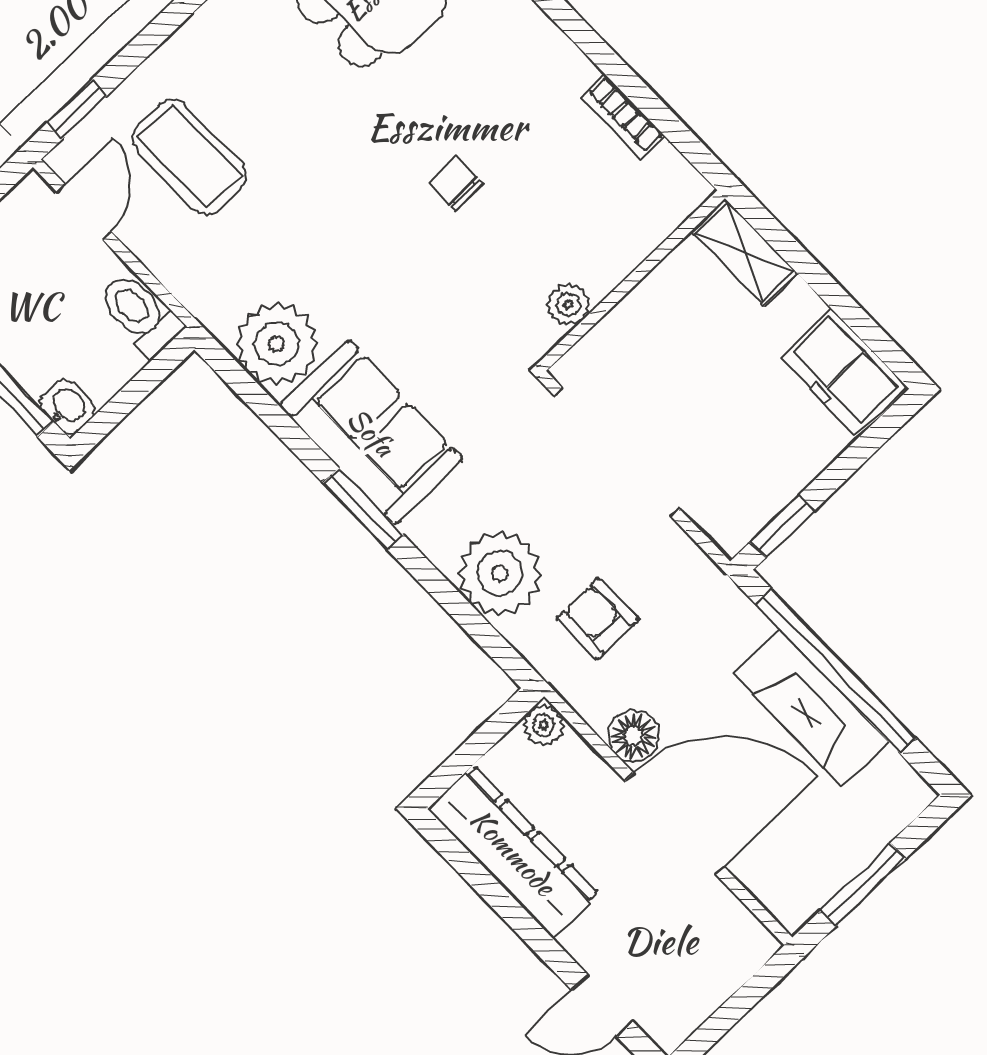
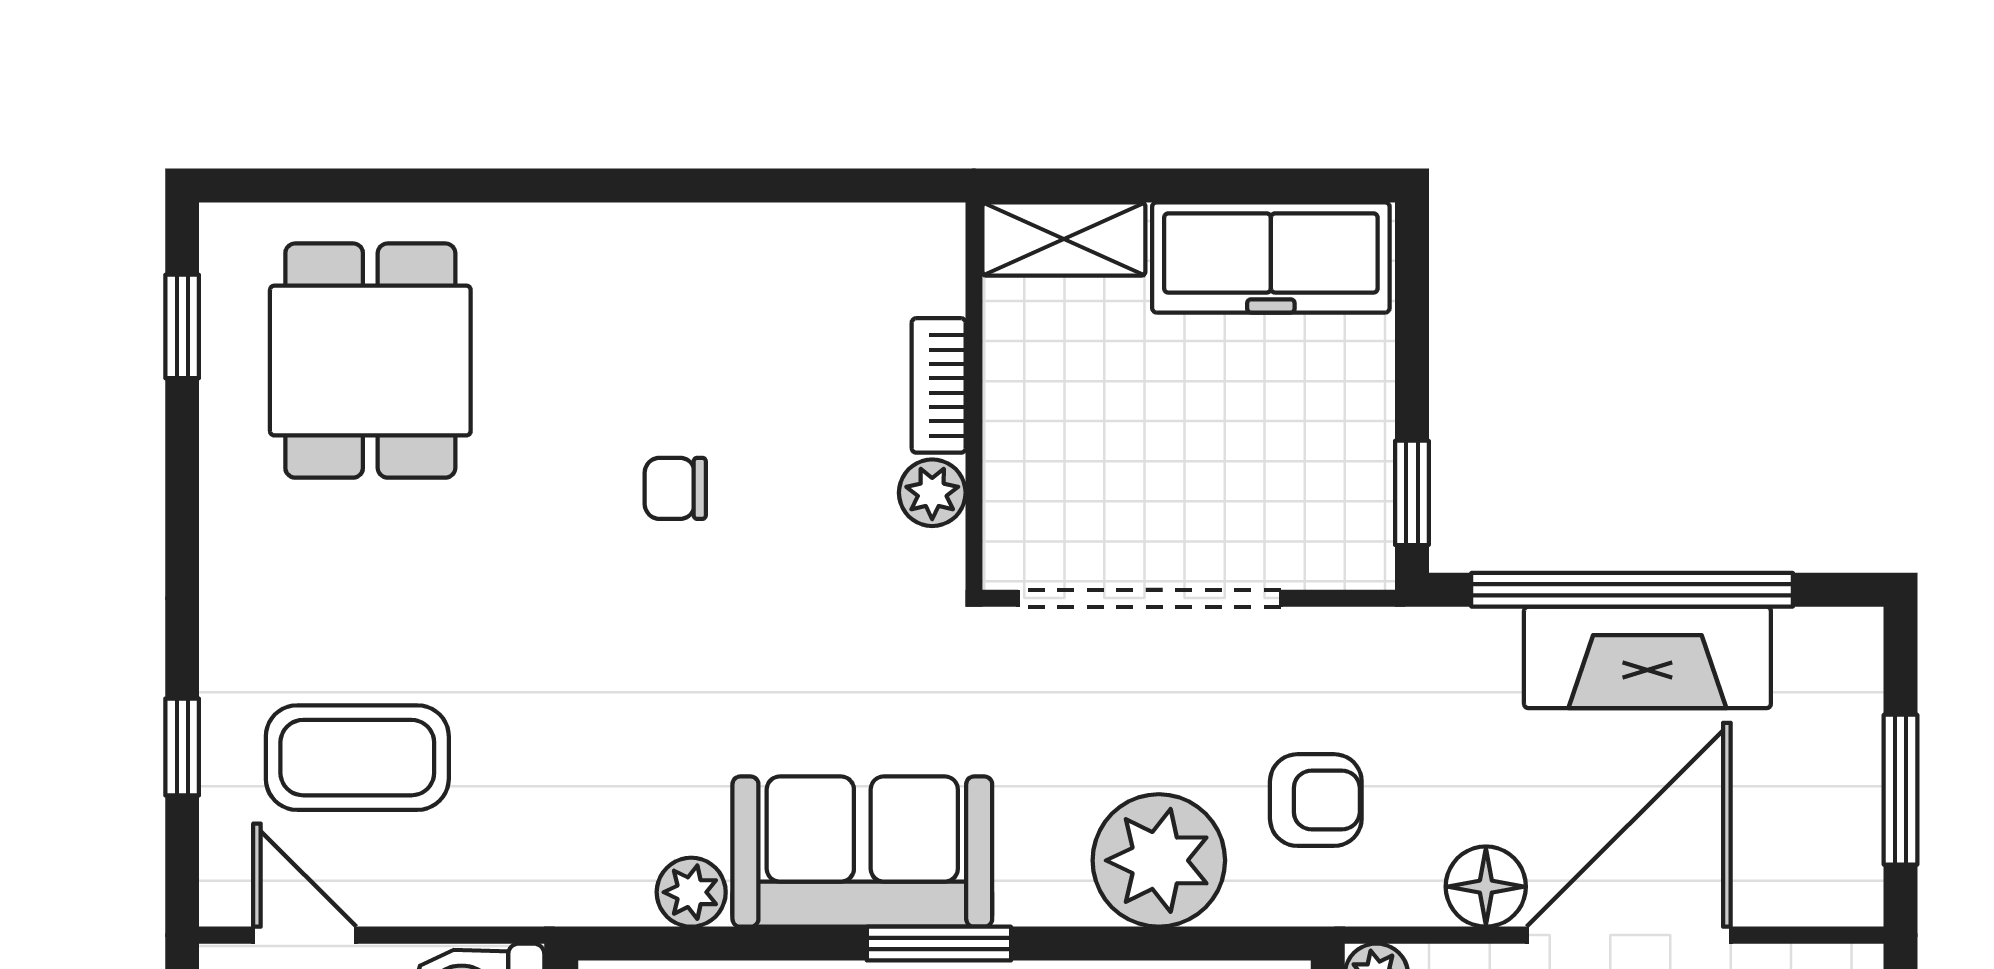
window: (77, 109) -> (182, 747), moved
bookcase: (622, 117) -> (939, 385), moved, turned 90
plant: (277, 344) -> (691, 892), width x0.53, depth x0.53
freezer: (843, 372) -> (1271, 257), width x1.40
armchair: (598, 619) -> (1316, 800), turned 180

